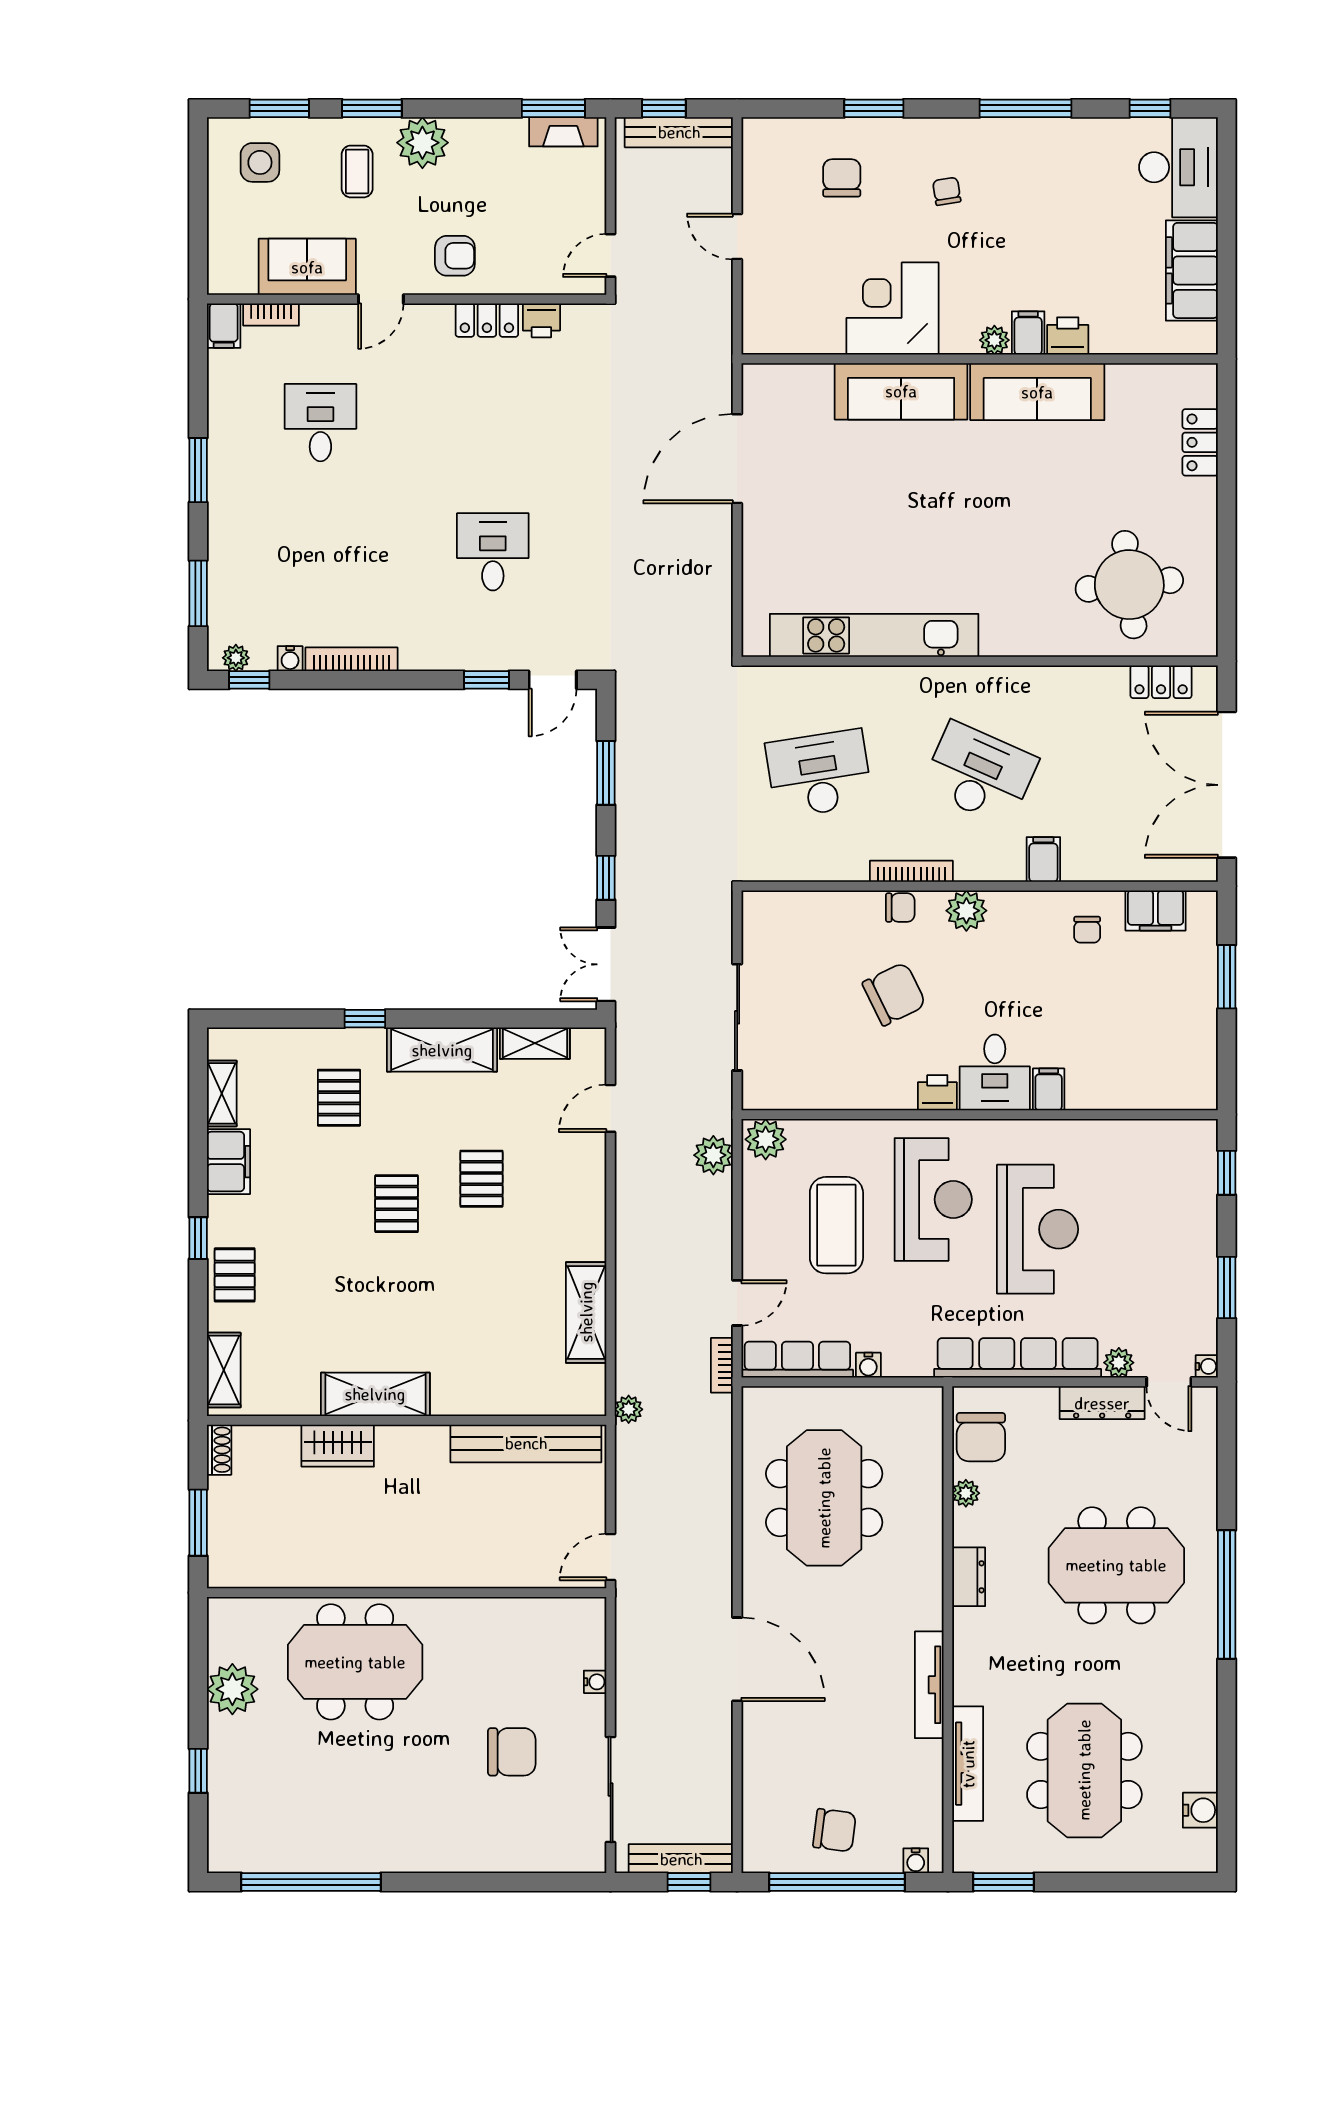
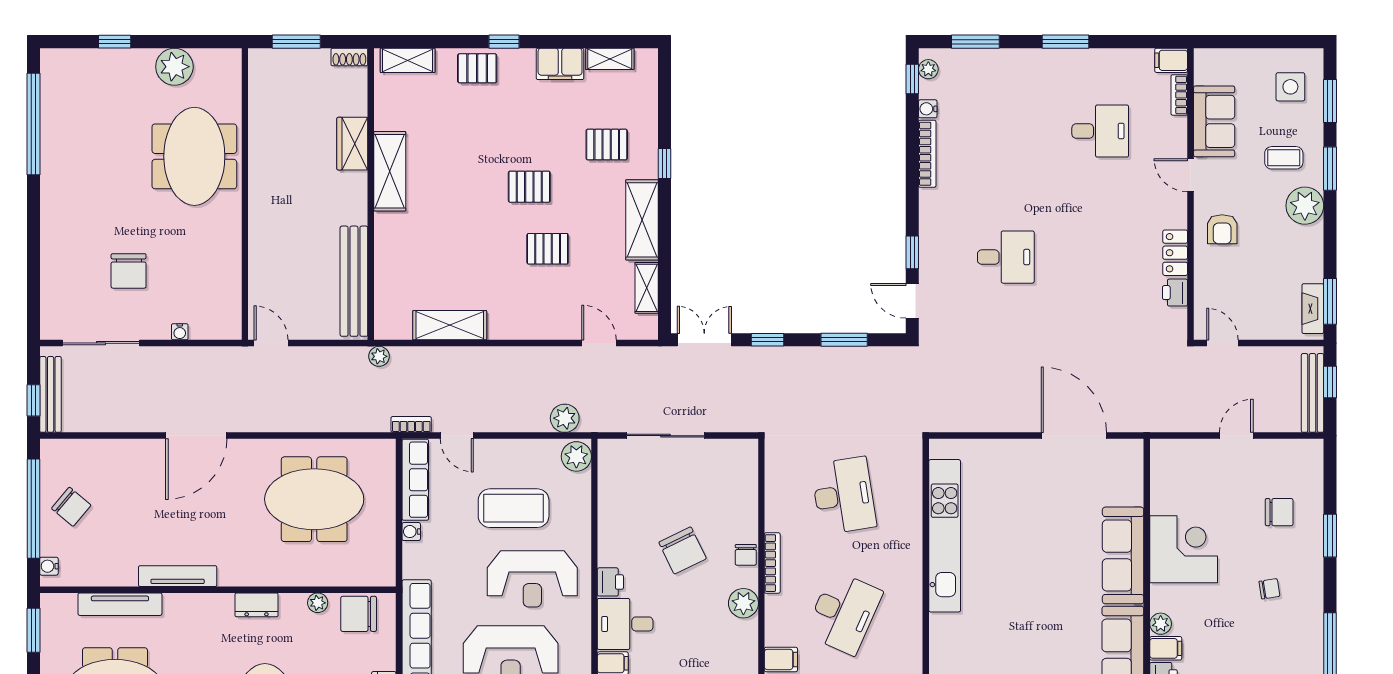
chair: (834, 1830) -> (71, 507), turned -57

